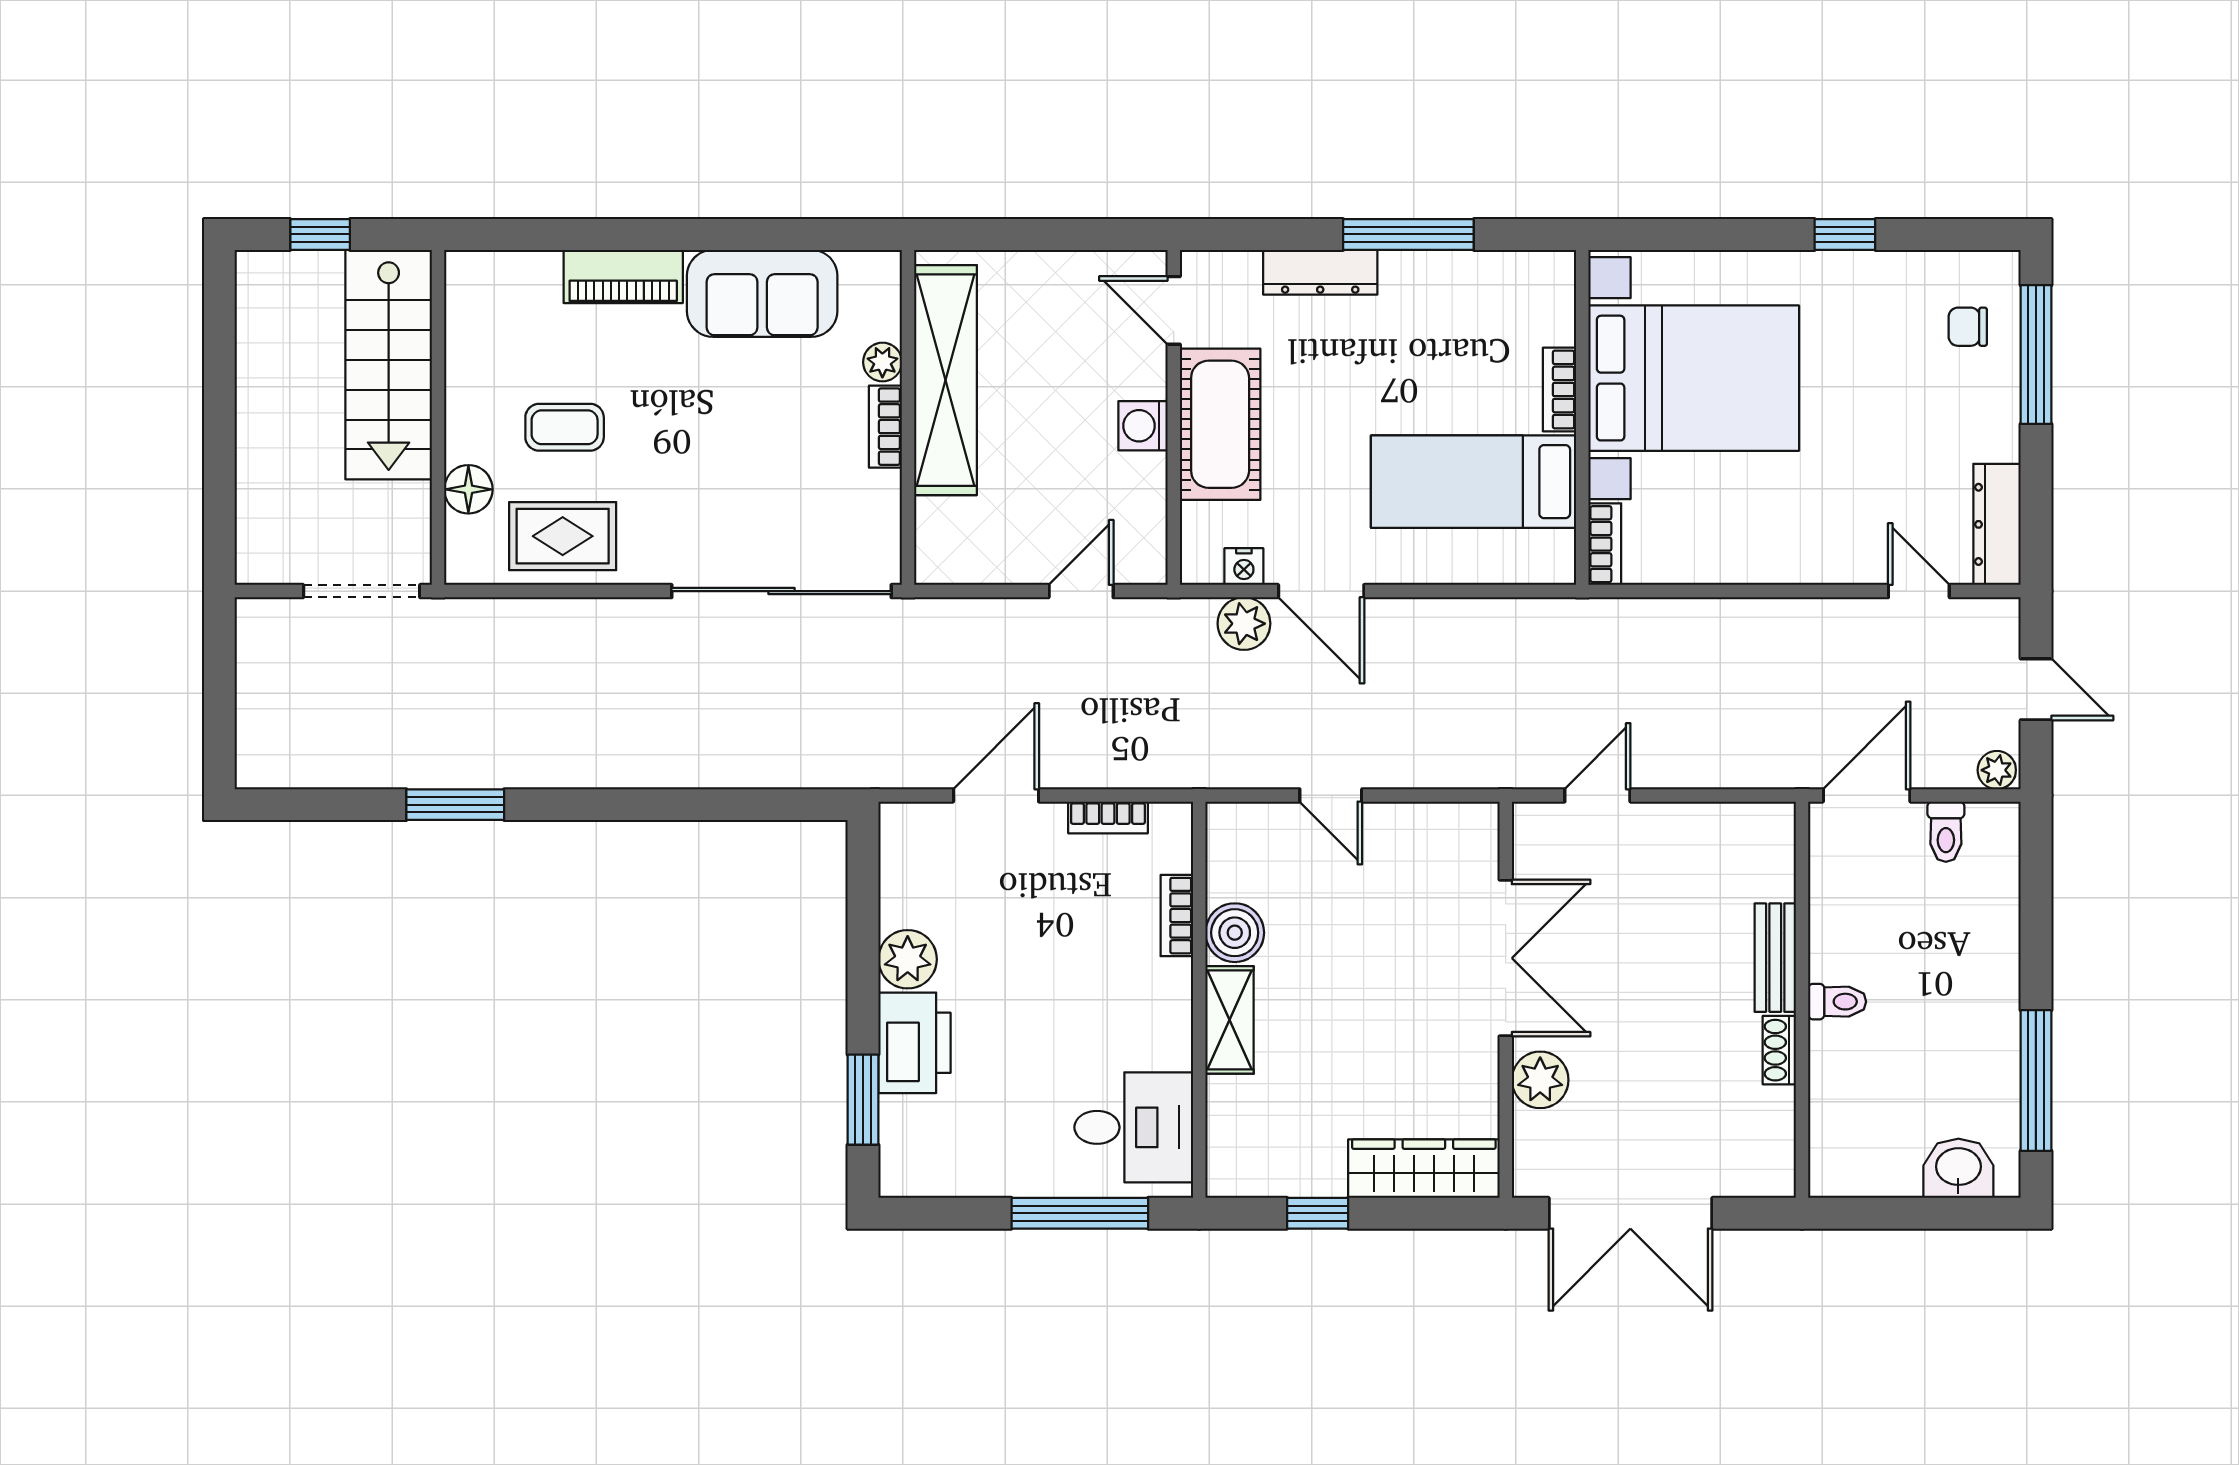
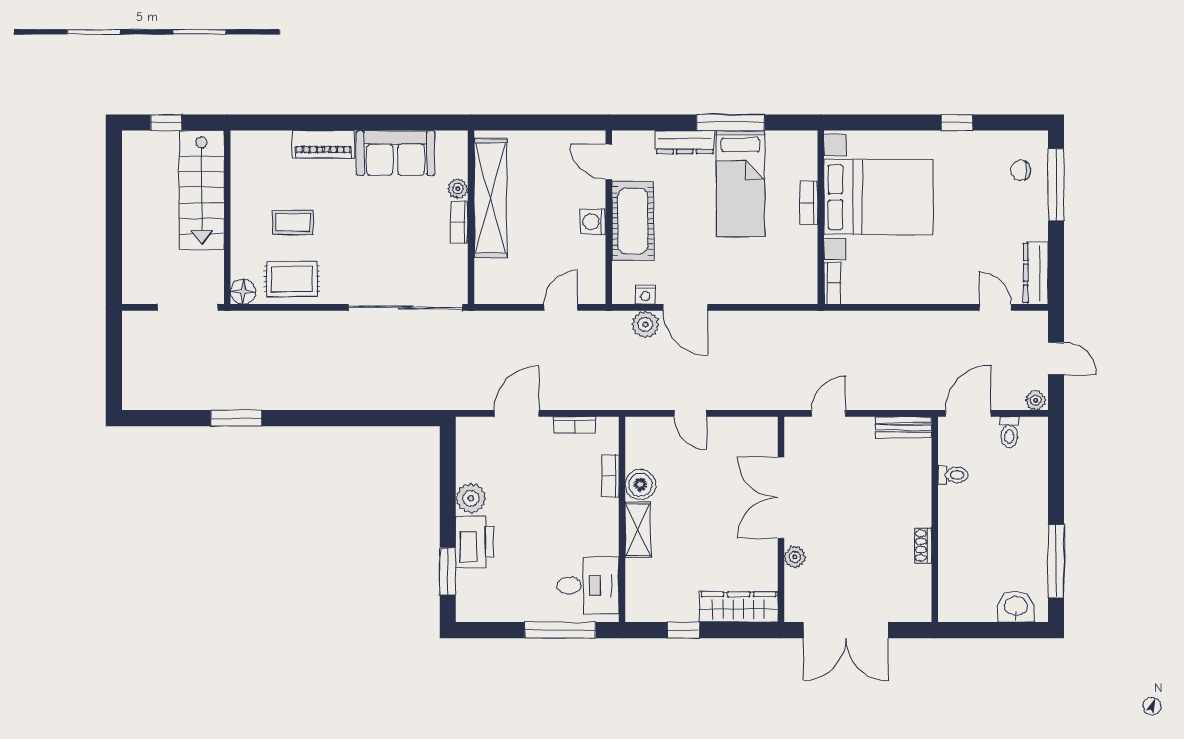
bed: (1474, 482) -> (741, 184), moved, turned -90
floor lamp: (468, 489) -> (243, 292), moved
double door: (1506, 958) -> (781, 498), swing flipped
bench: (1775, 958) -> (903, 427), moved, turned 90
toilet: (1837, 1002) -> (953, 475), moved
plant: (1540, 1080) -> (795, 557), width x0.73, depth x0.73

